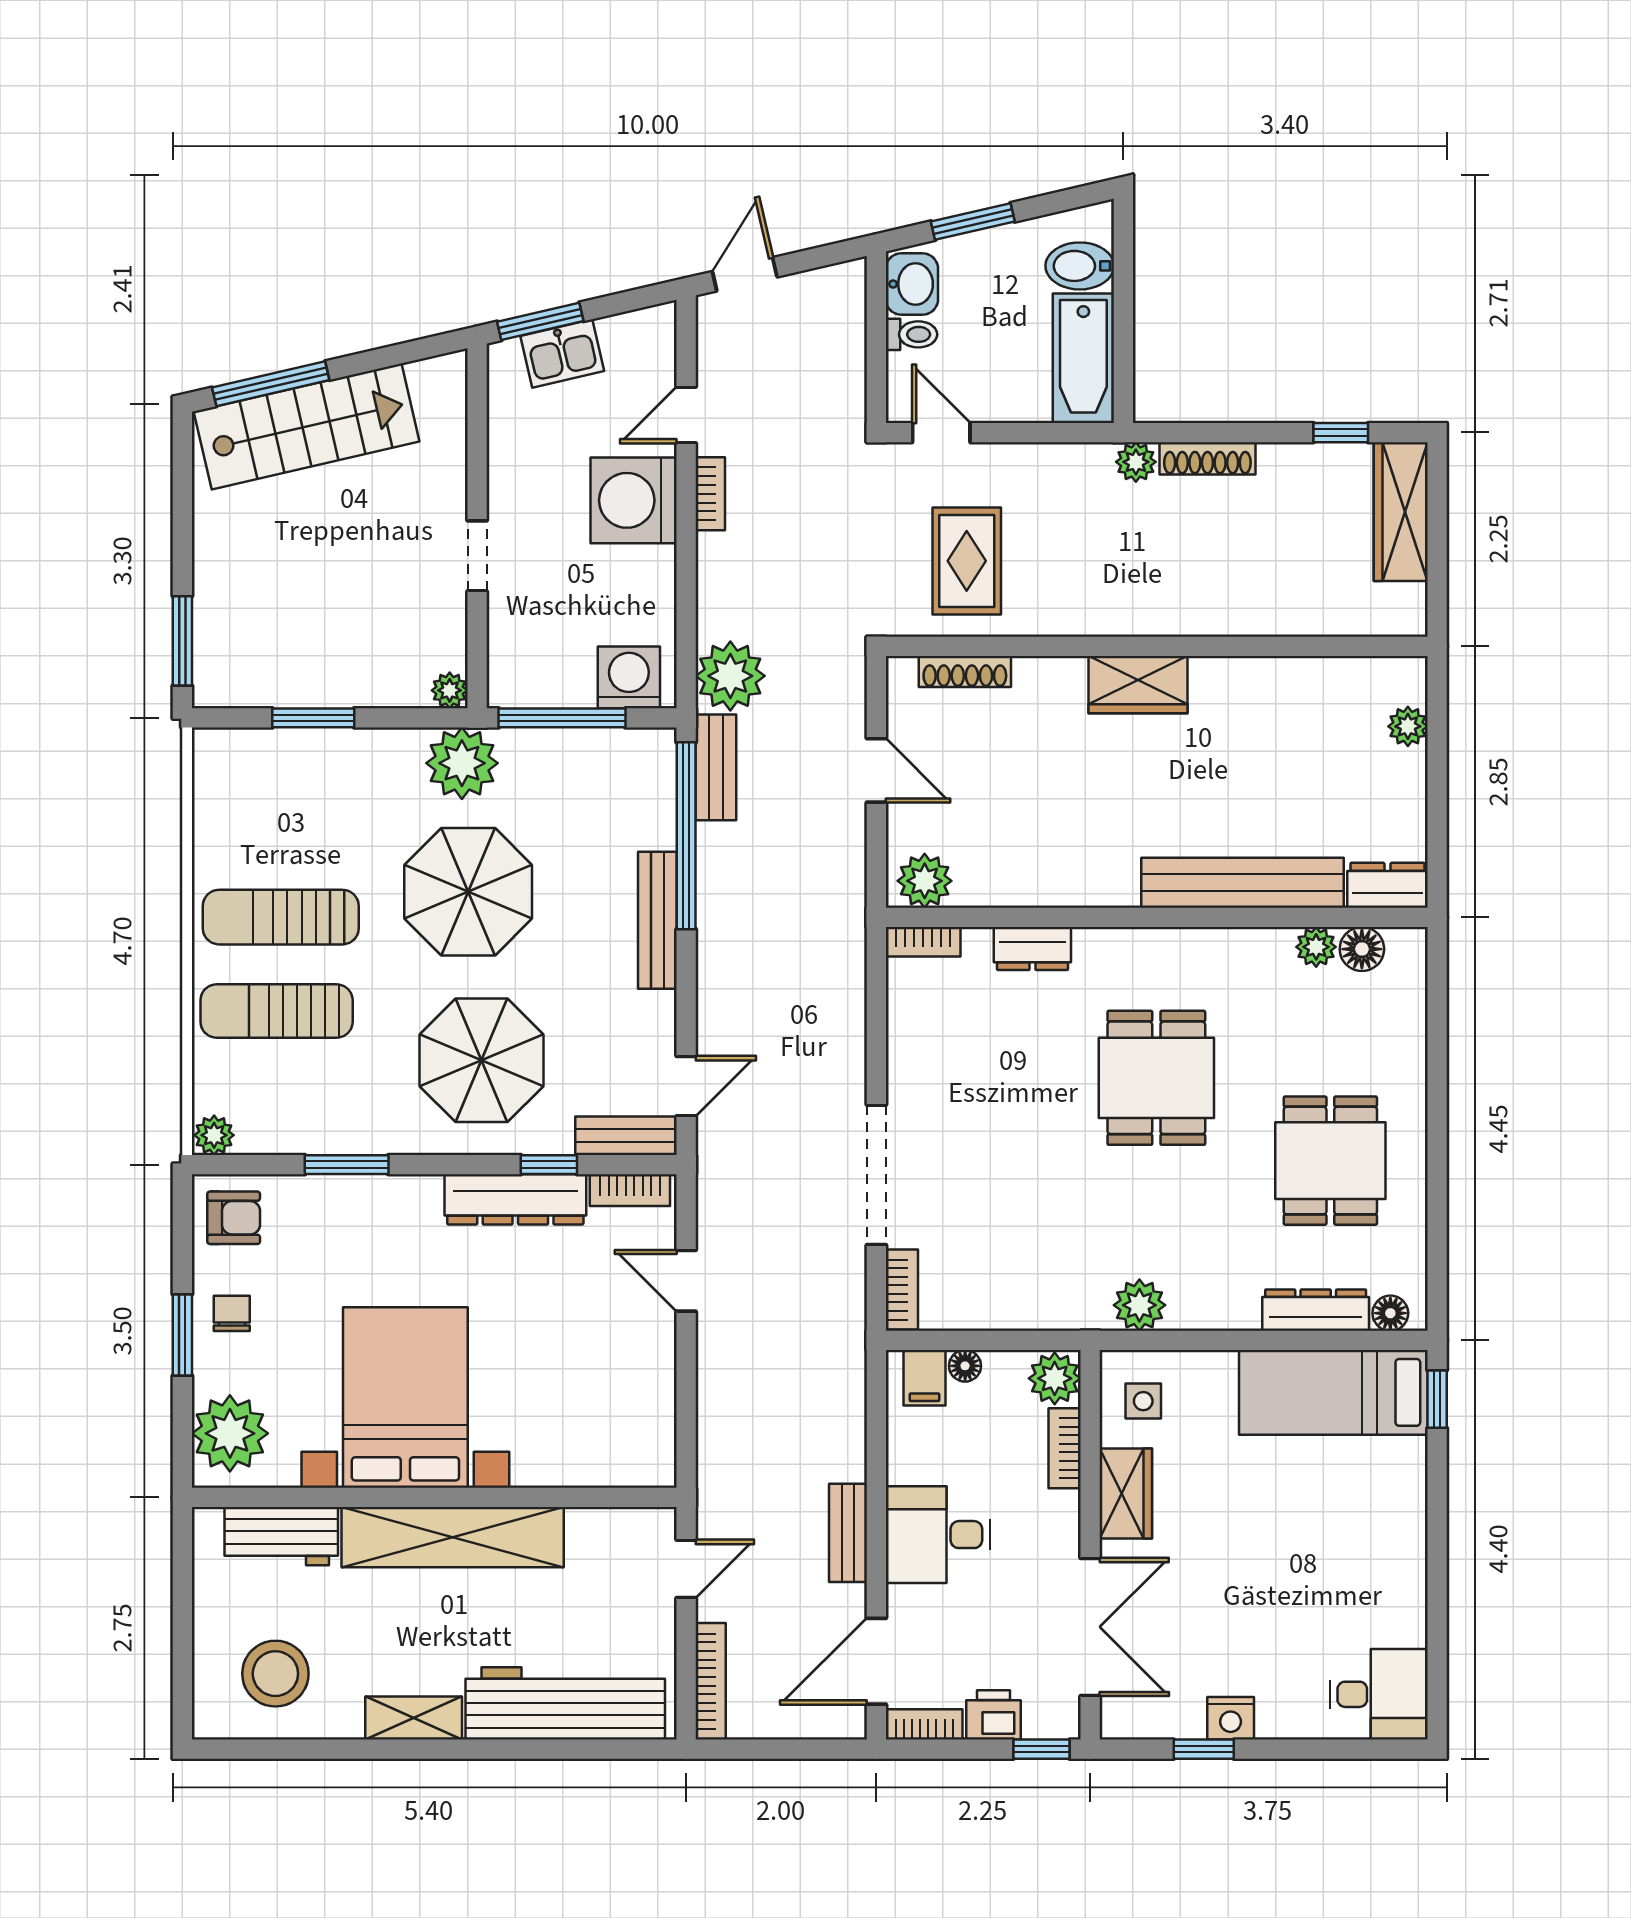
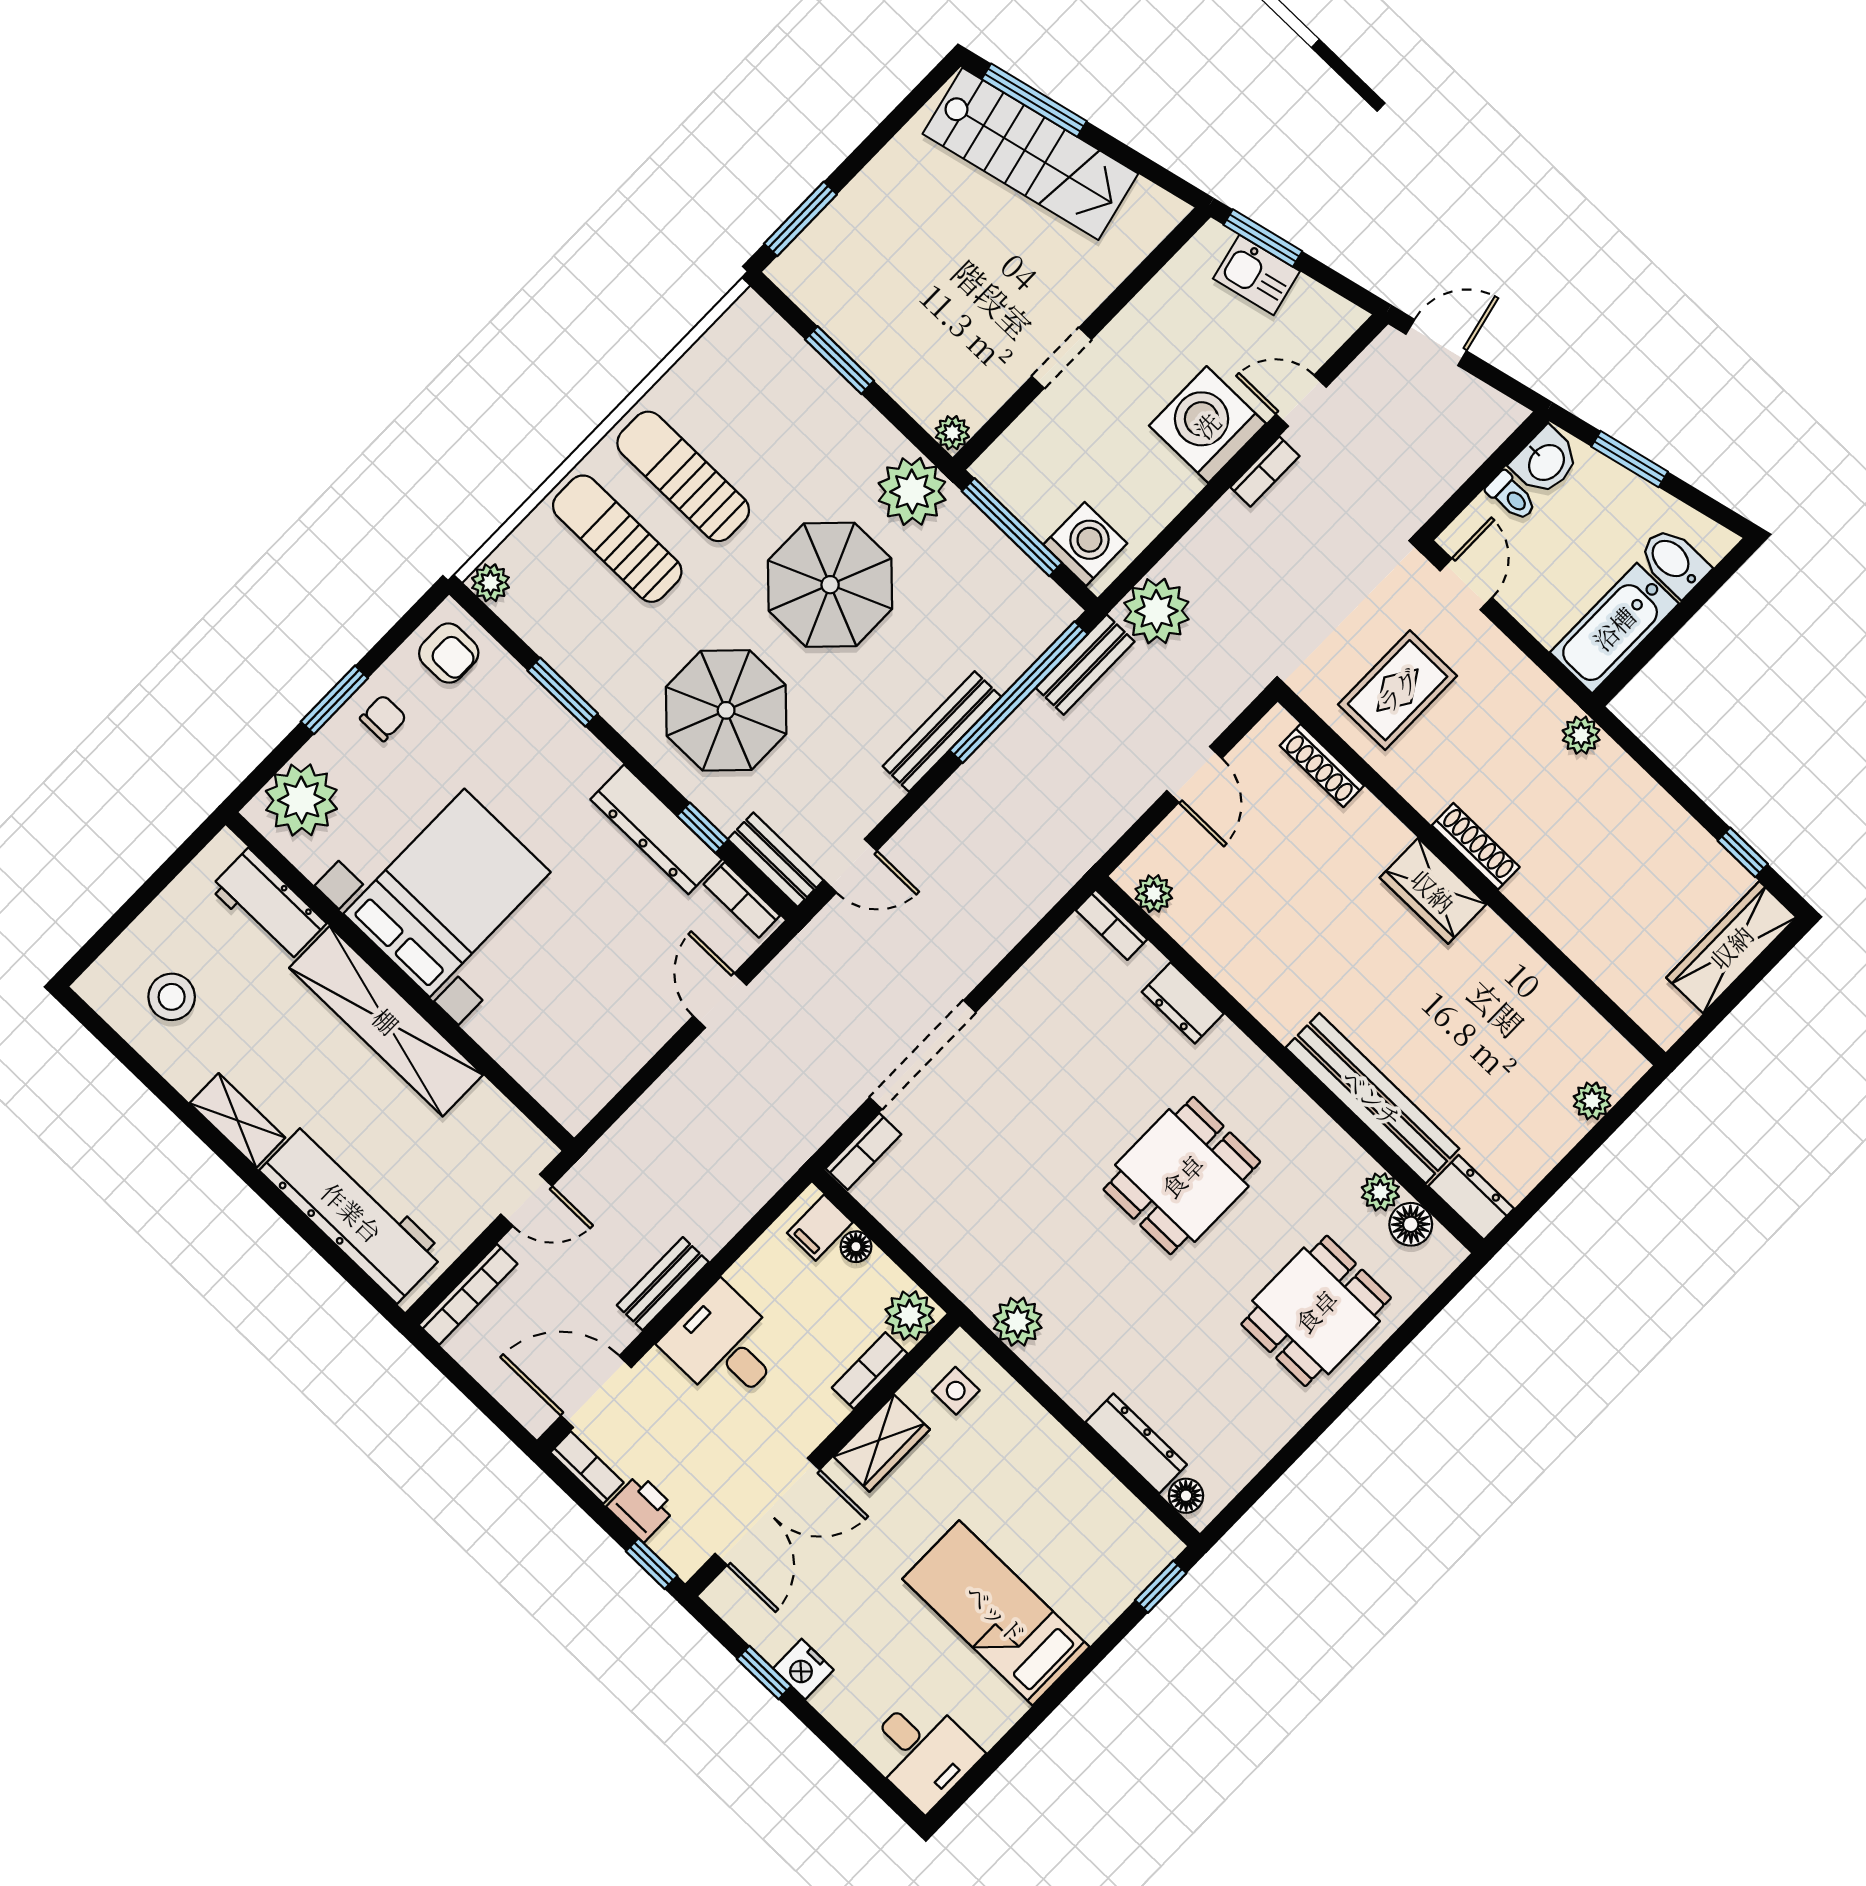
shoe rack: (1207, 458) -> (1476, 846), moved, turned 180
plant: (925, 881) -> (1154, 894), width x0.73, depth x0.73
dining table: (1330, 1161) -> (1316, 1311), moved
bed: (1333, 1392) -> (996, 1613), moved
stool: (275, 1674) -> (172, 997), width x0.73, depth x0.73

